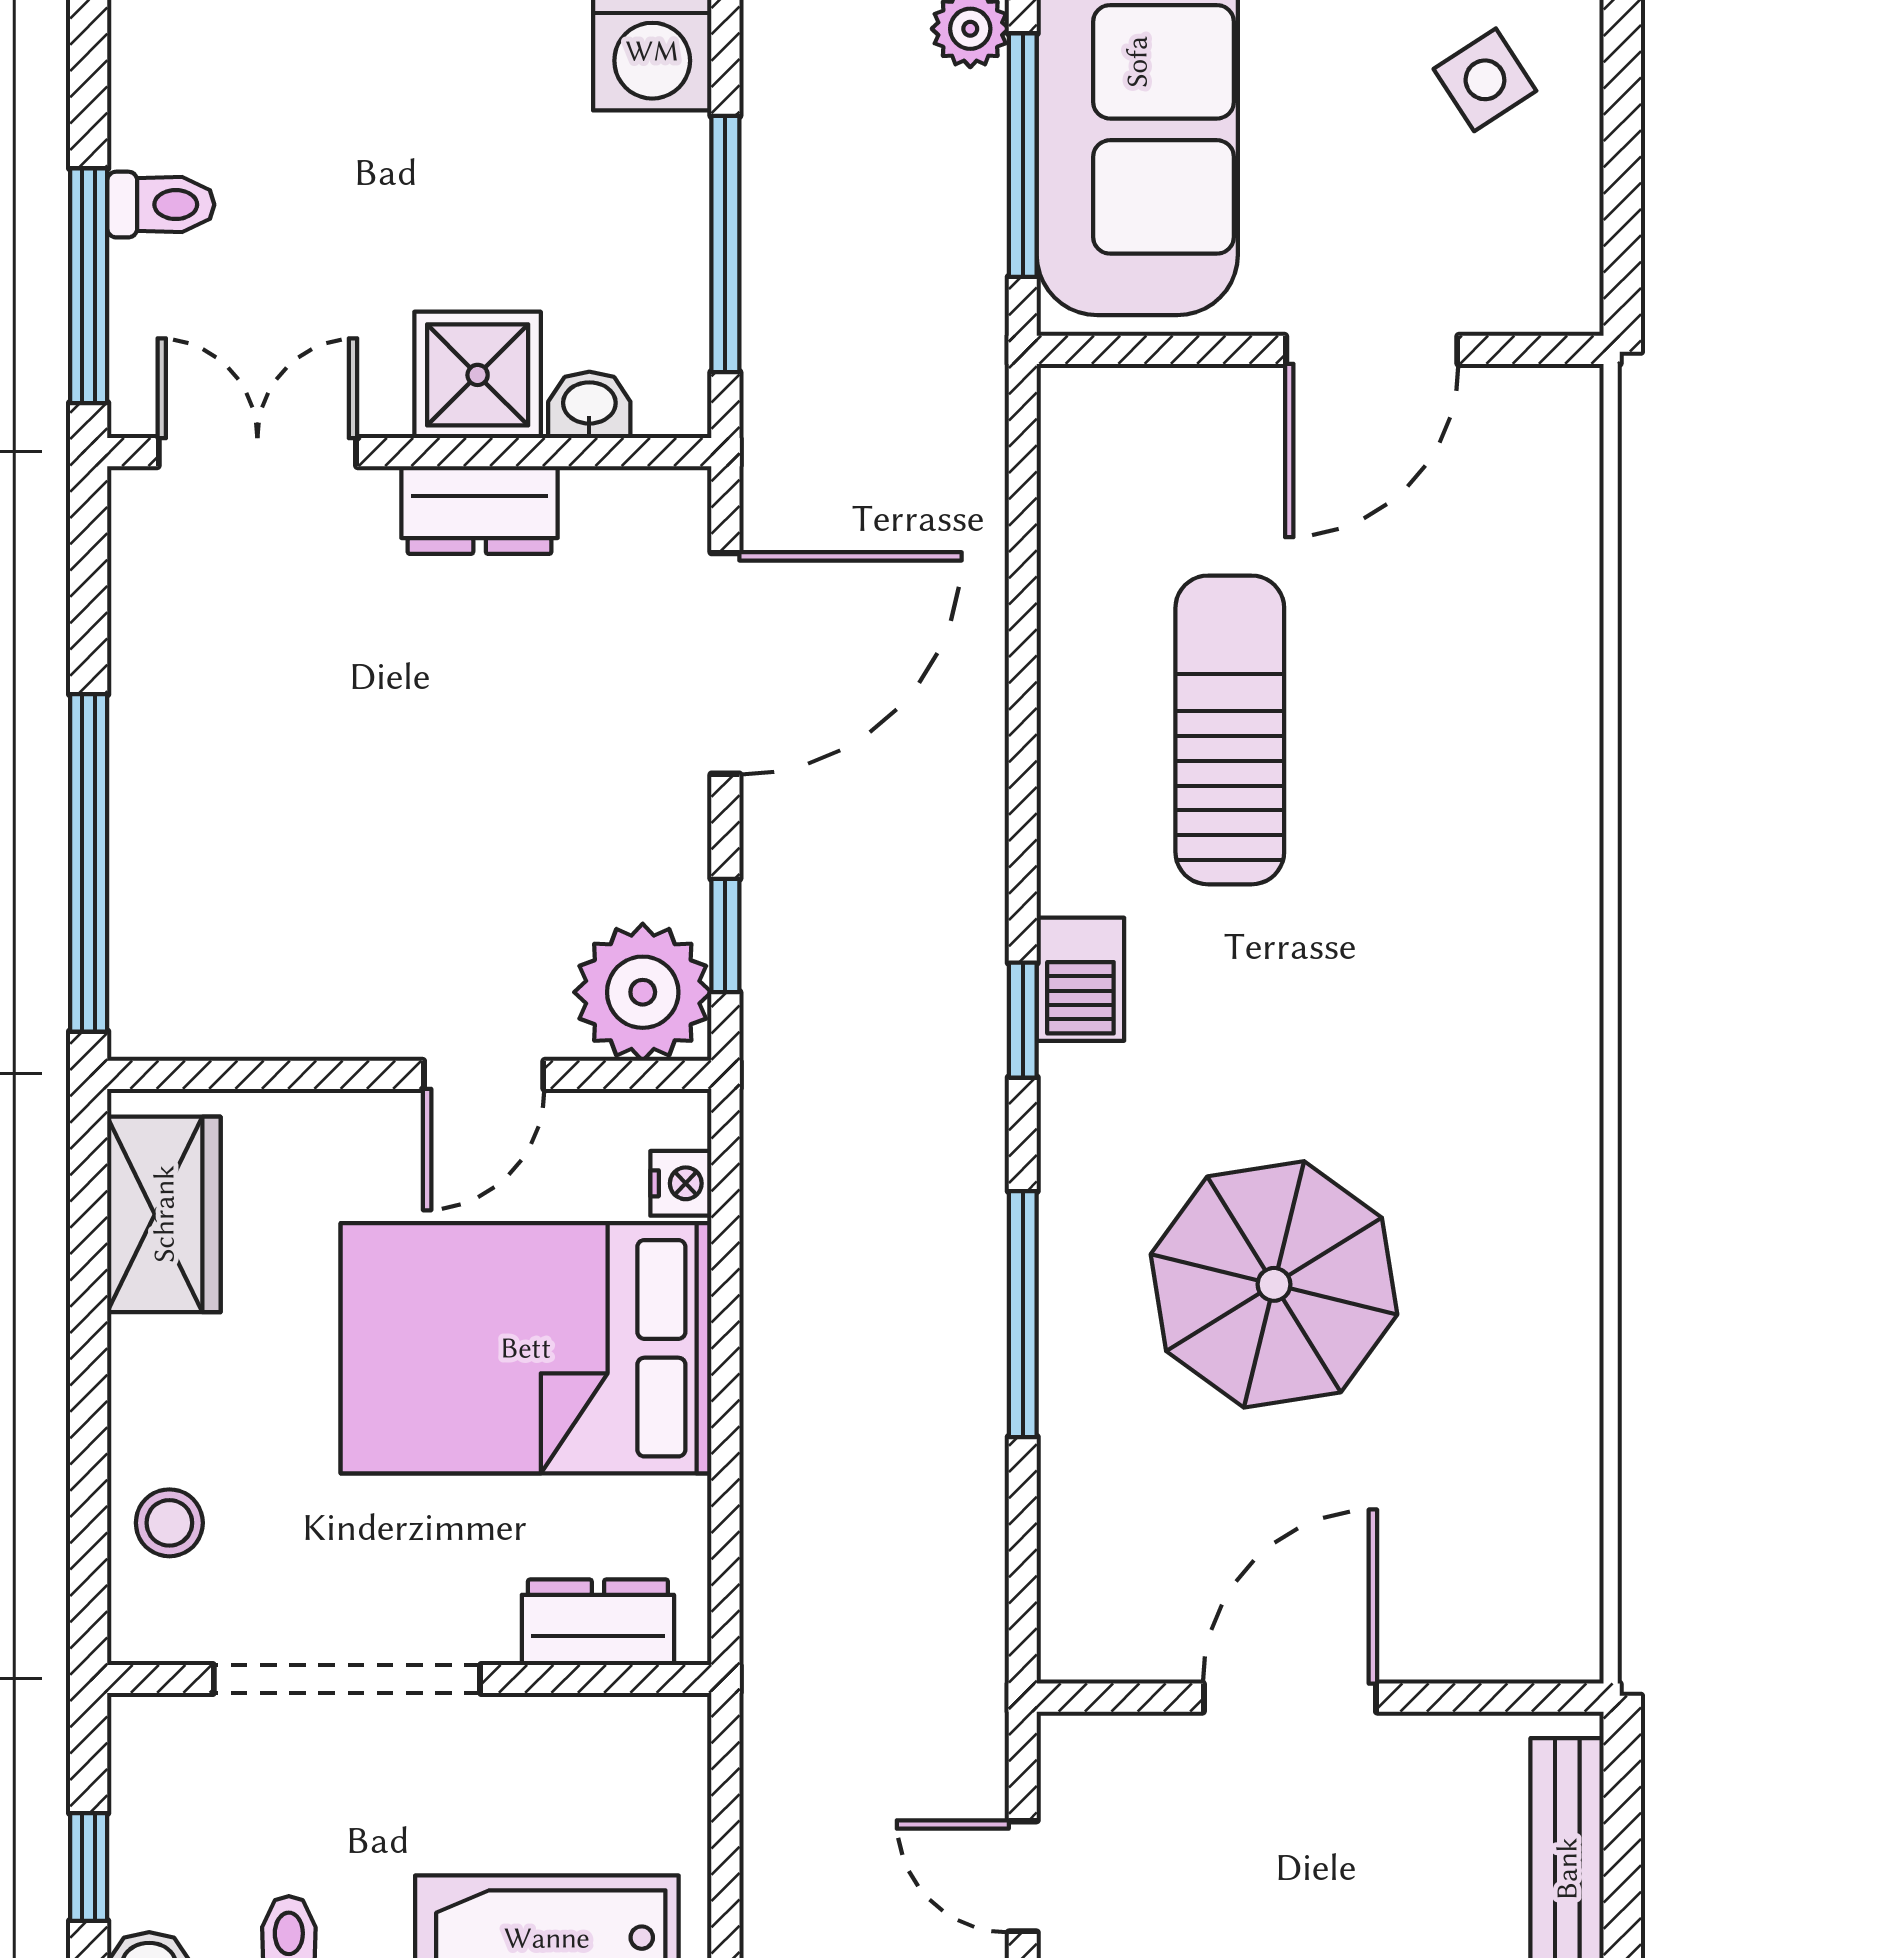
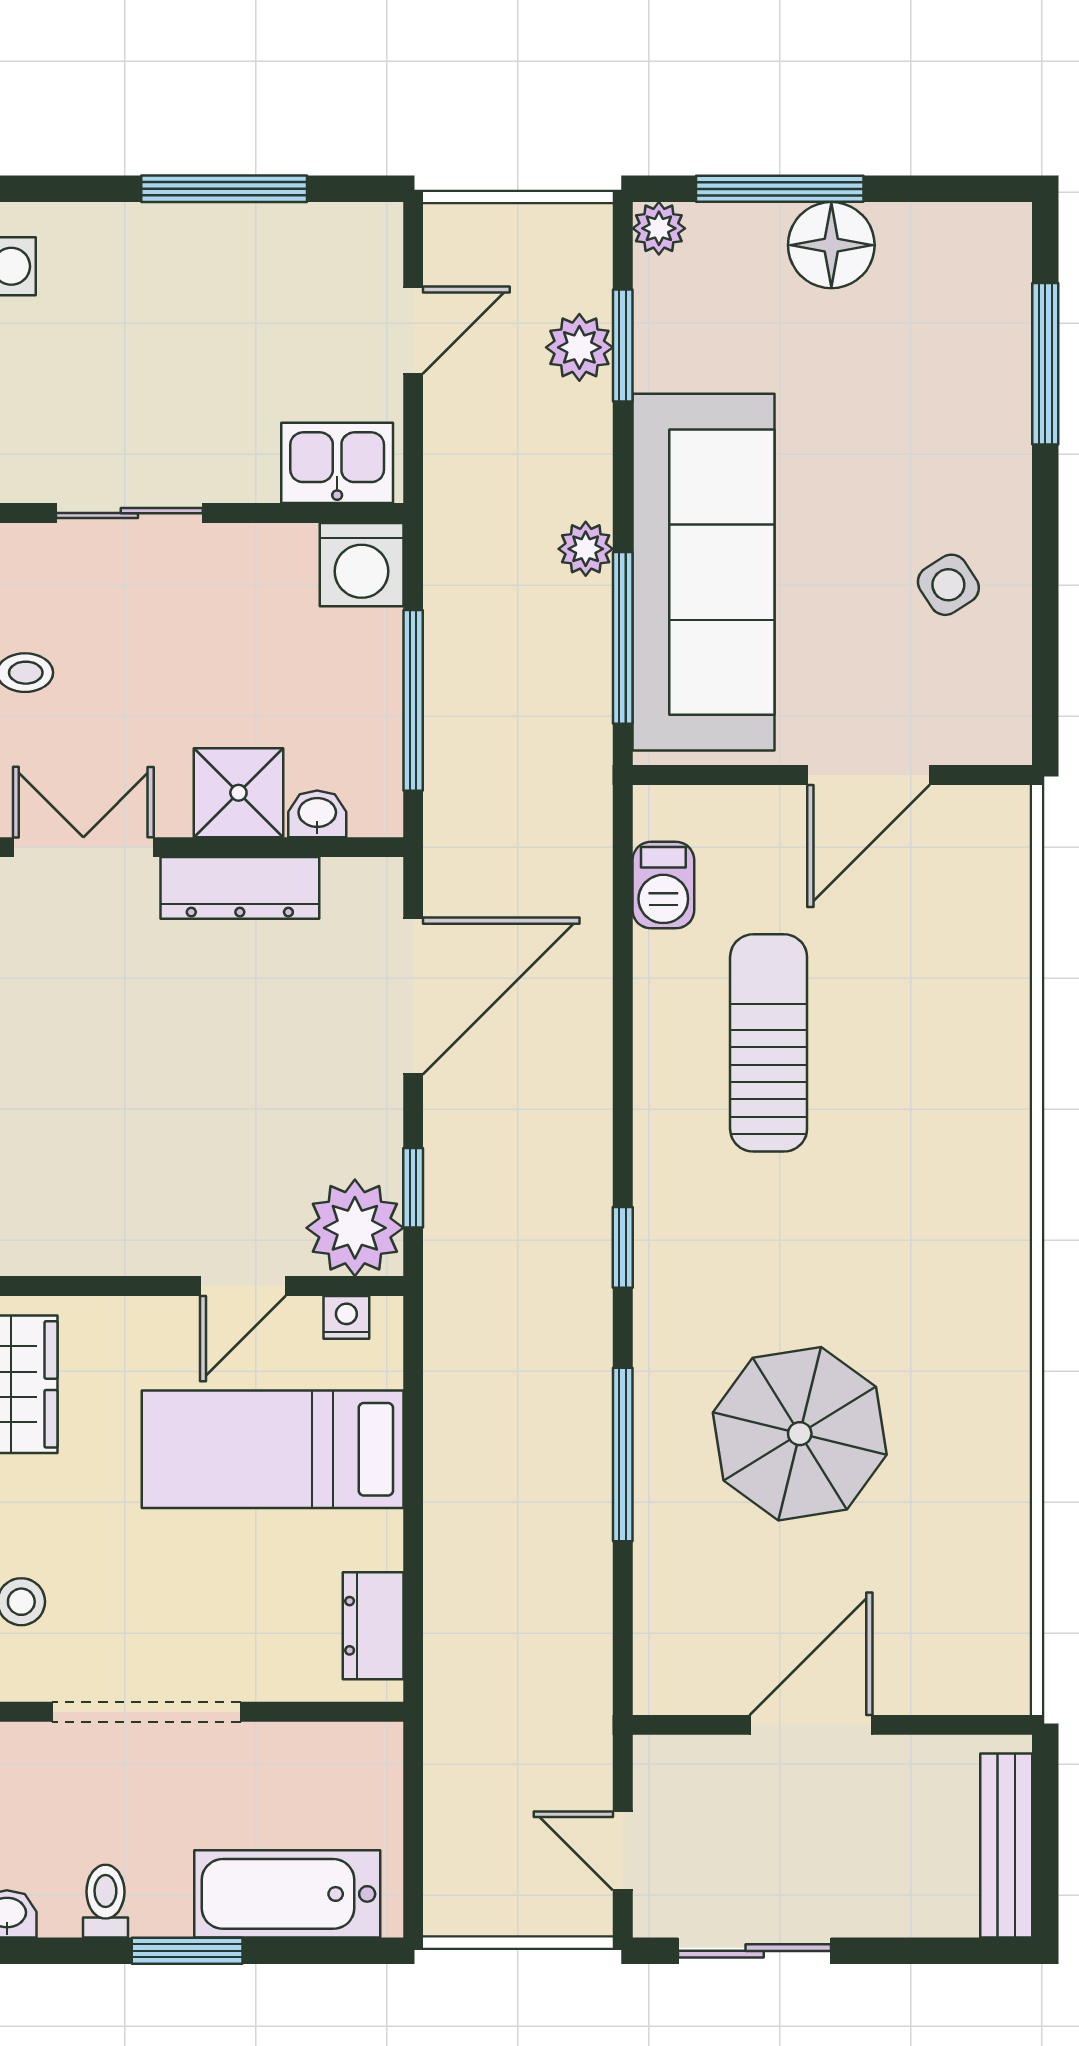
dresser: (480, 510) -> (240, 888), width x1.44
barbecue: (1080, 979) -> (663, 885), moved
nightstand: (681, 1183) -> (346, 1317), moved, turned -90
bed: (526, 1348) -> (273, 1449), width x0.67
dresser: (598, 1622) -> (373, 1626), moved, turned -90

